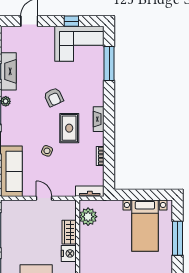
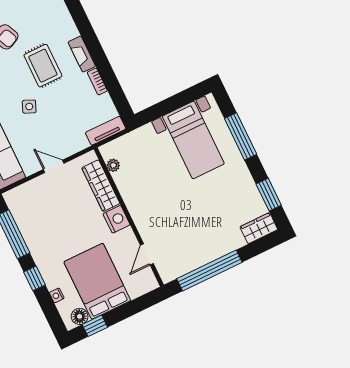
fireplace: (99, 119) -> (82, 54), moved
plant: (88, 217) -> (113, 165), width x0.53, depth x0.53
wardrobe: (69, 232) -> (101, 186), width x1.50

